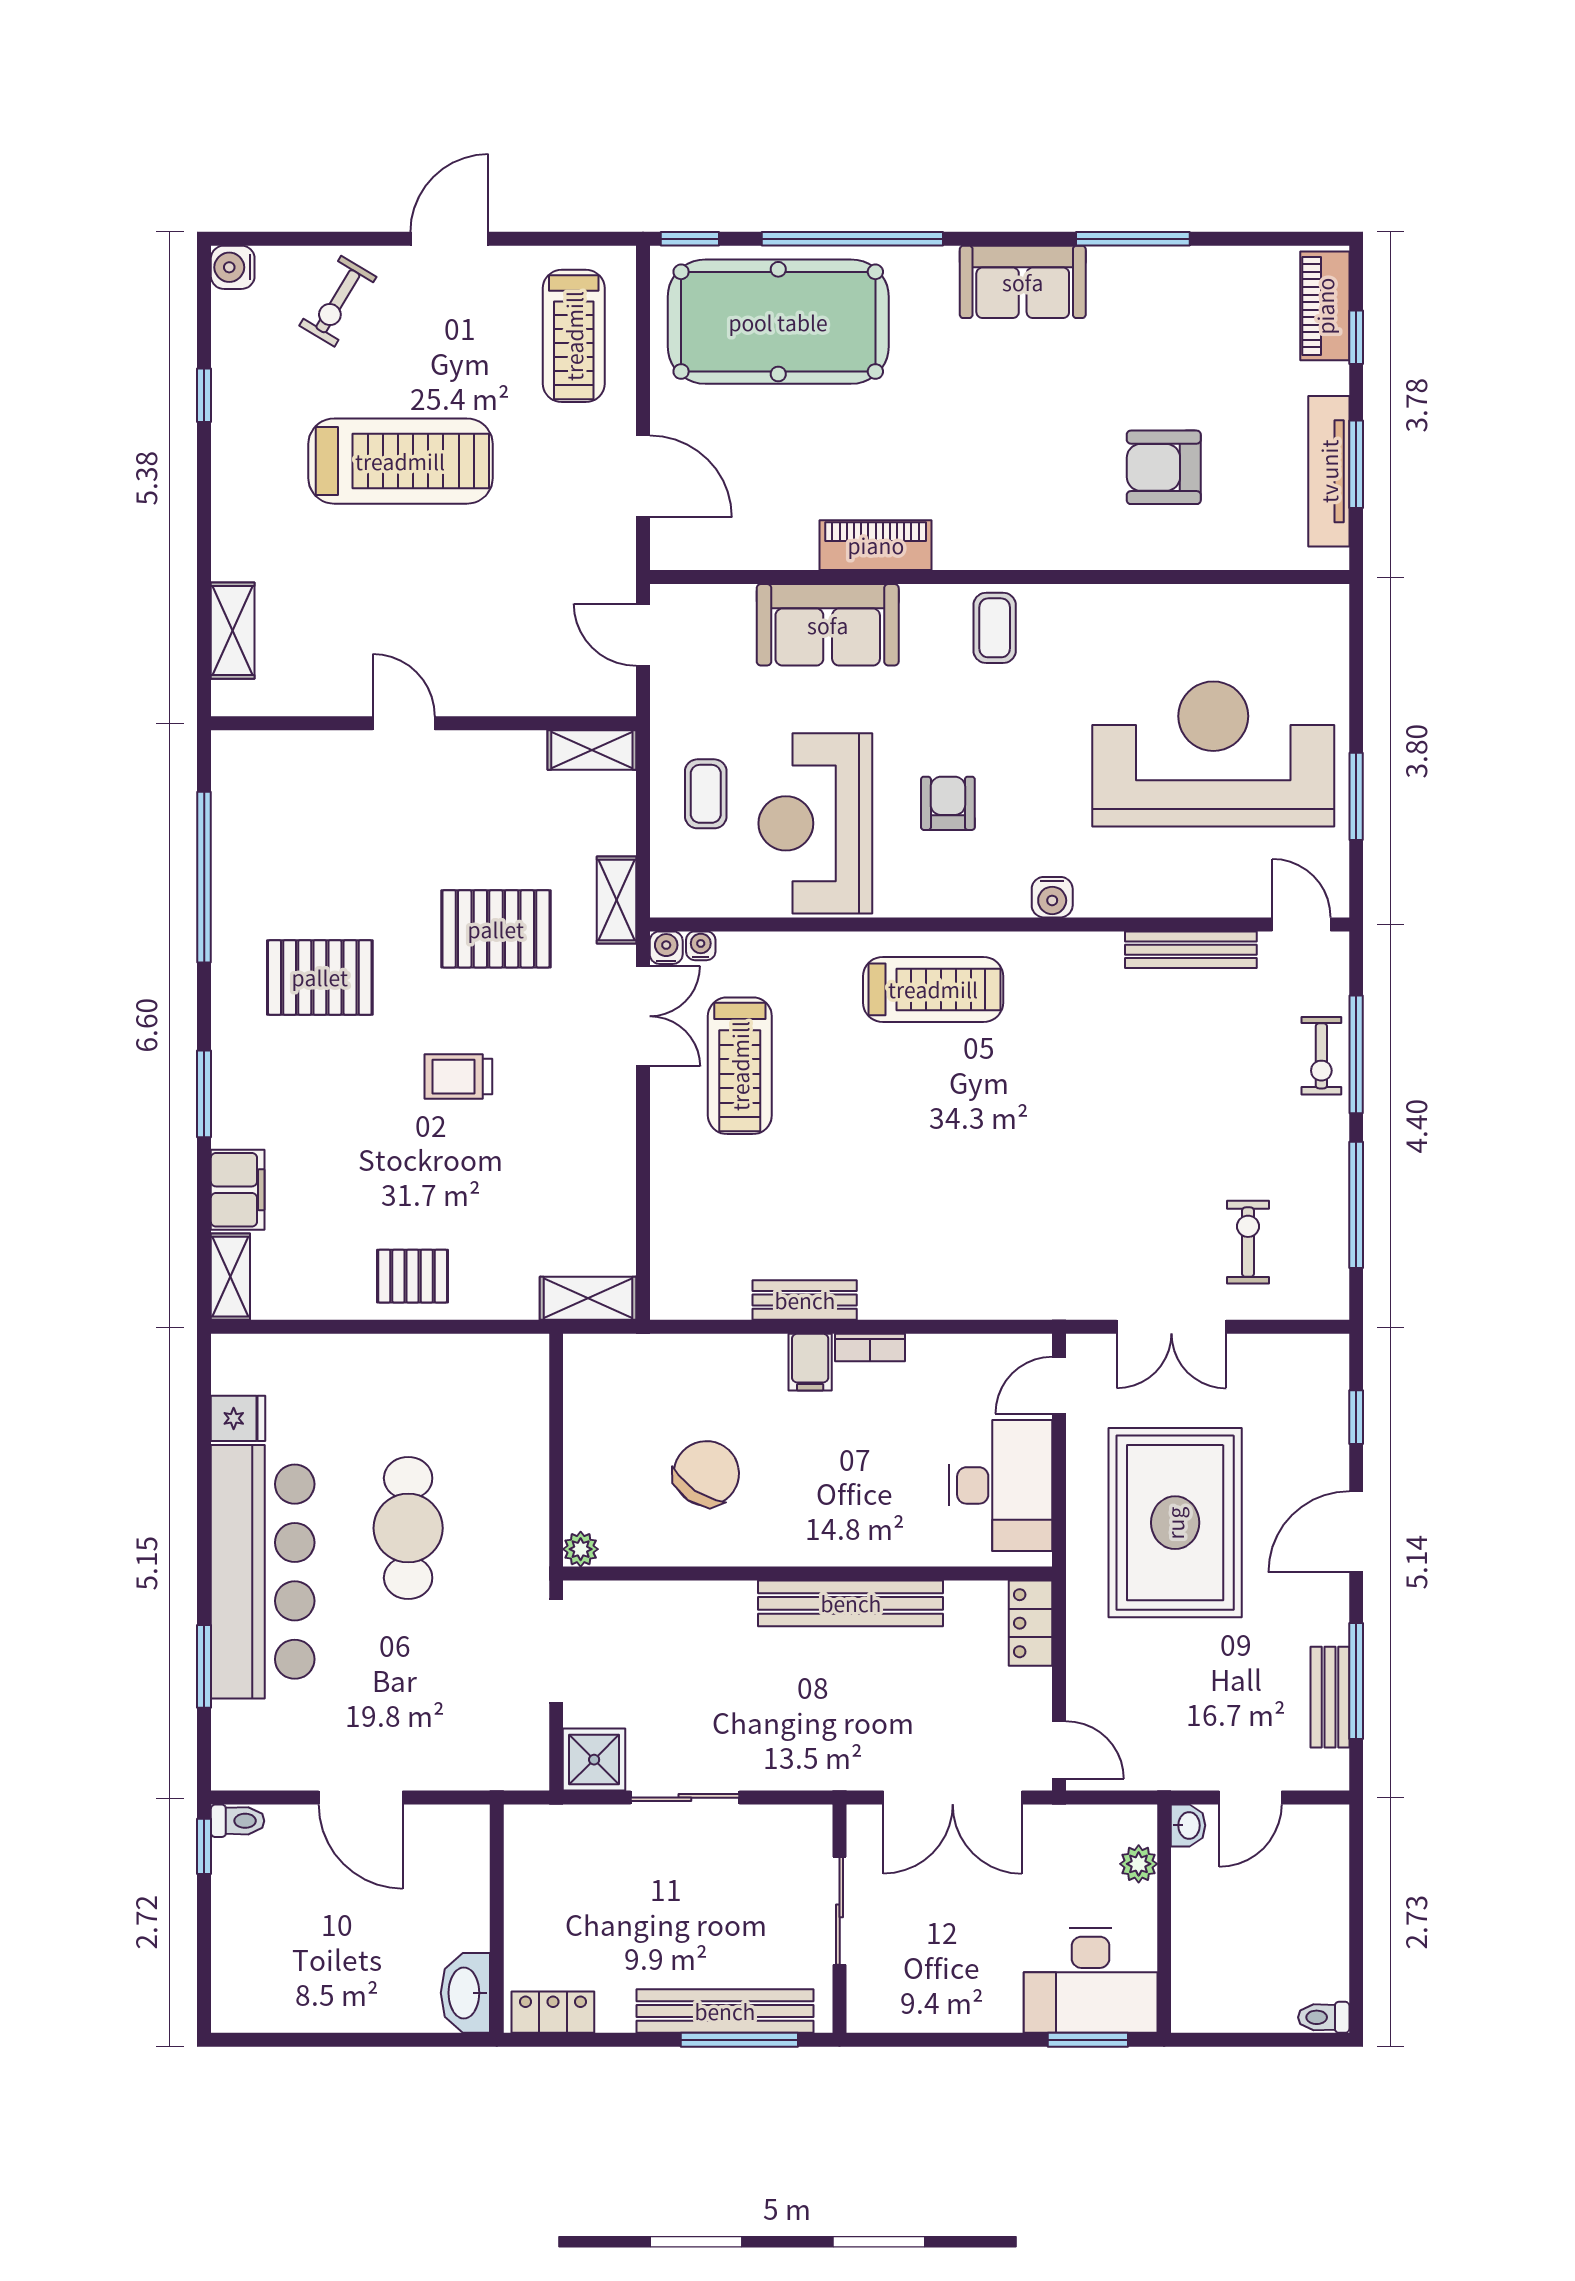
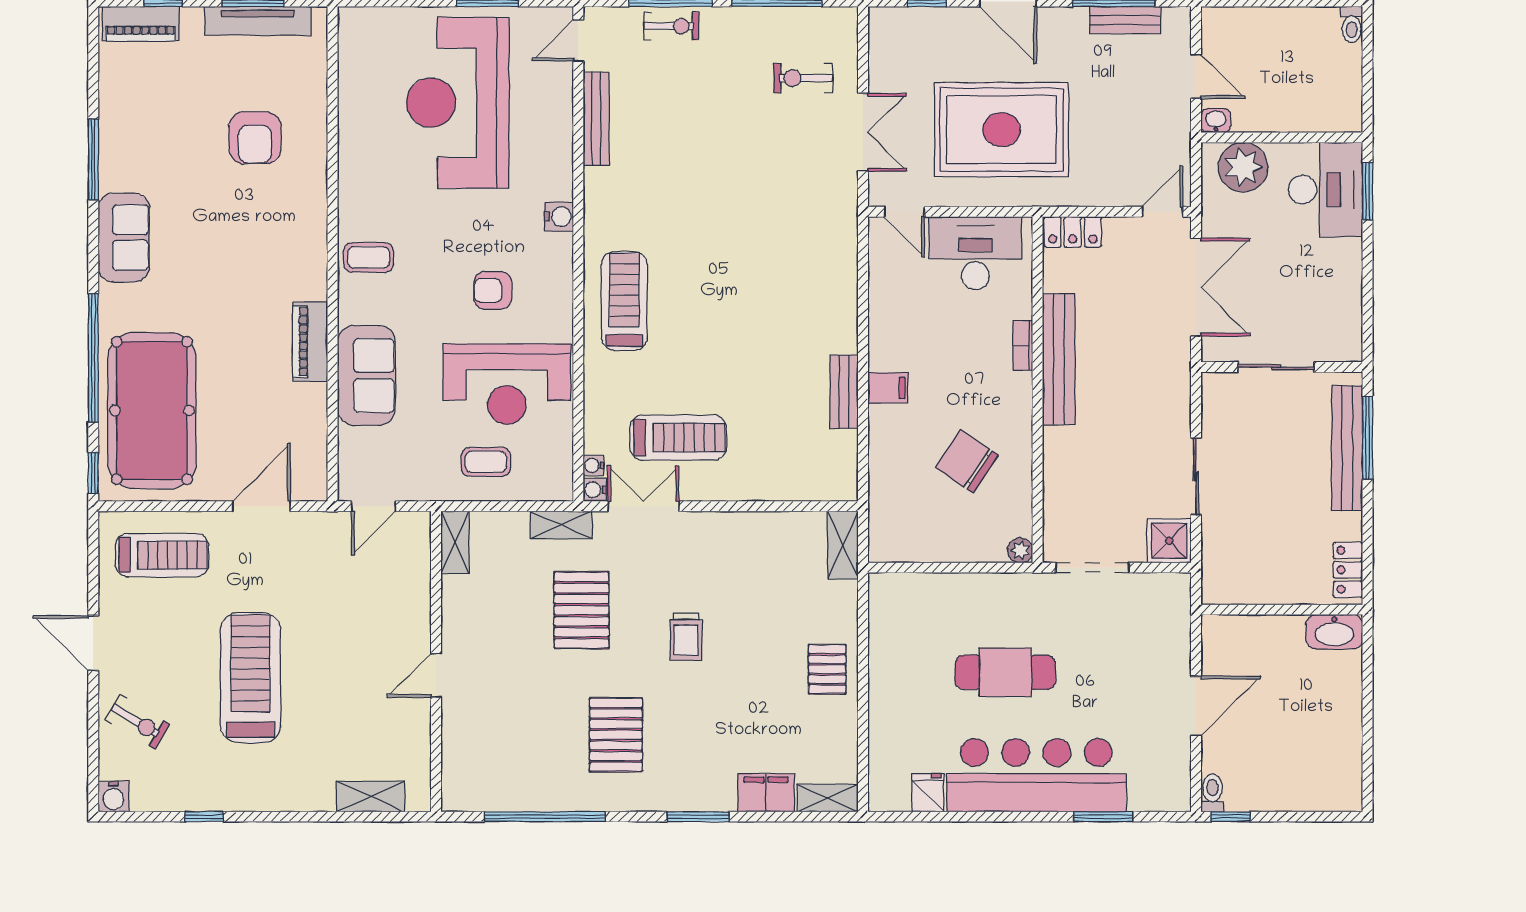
bookcase: (870, 1347) -> (1023, 346), moved, turned 180
plant: (1139, 1864) -> (1243, 167), width x1.87, depth x1.87

